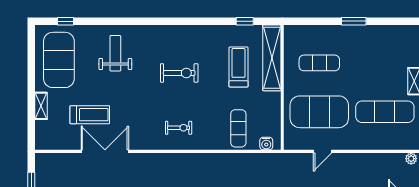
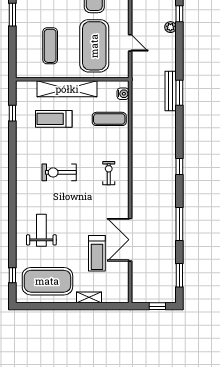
weight bench: (115, 53) -> (41, 230), turned 90
shelving: (272, 58) -> (67, 89), moved
exercise bike: (179, 73) -> (59, 172), turned -90
treadmill: (90, 115) -> (97, 253), turned 180

